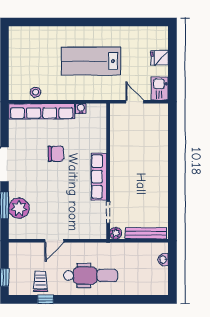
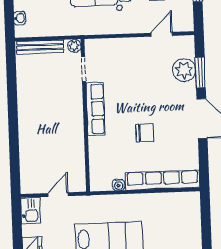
stool: (36, 92) -> (170, 201), removed
door: (135, 102) -> (58, 195), swing flipped
chair: (56, 154) -> (145, 133), turned 180
door: (54, 241) -> (162, 34), moved

